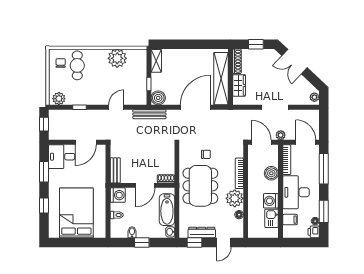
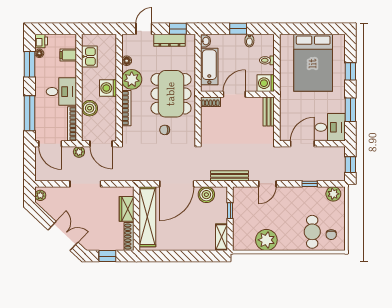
boiler: (158, 98) -> (206, 195), moved
desk: (296, 192) -> (61, 92), width x0.73
washing machine: (271, 201) -> (108, 88), moved, turned 180

